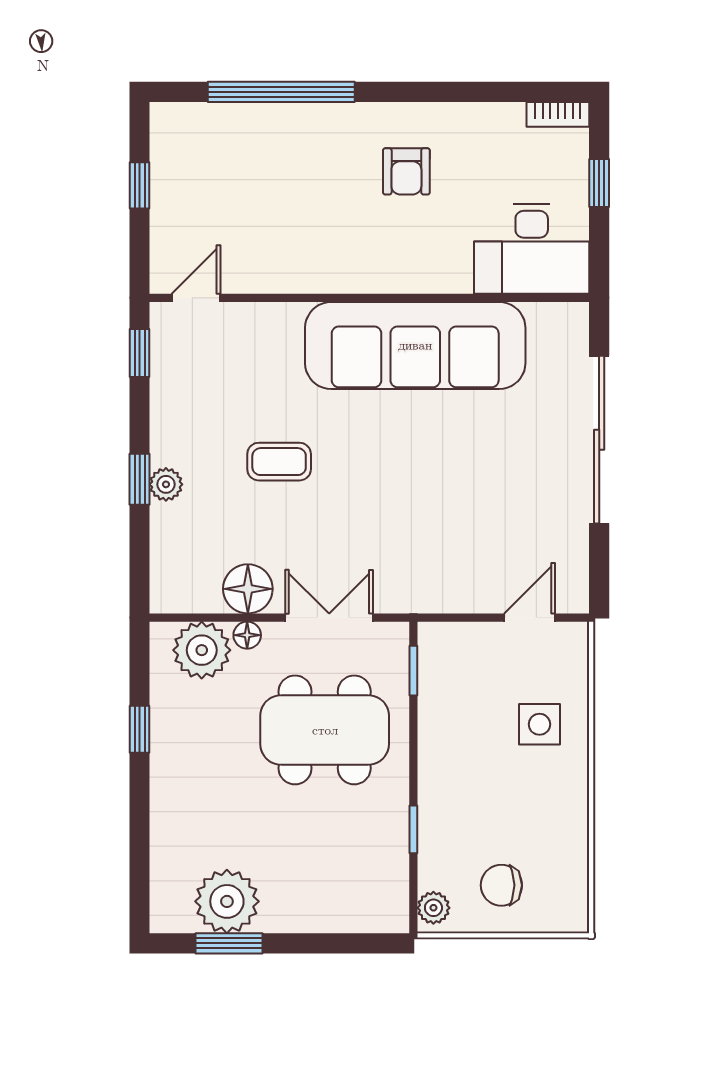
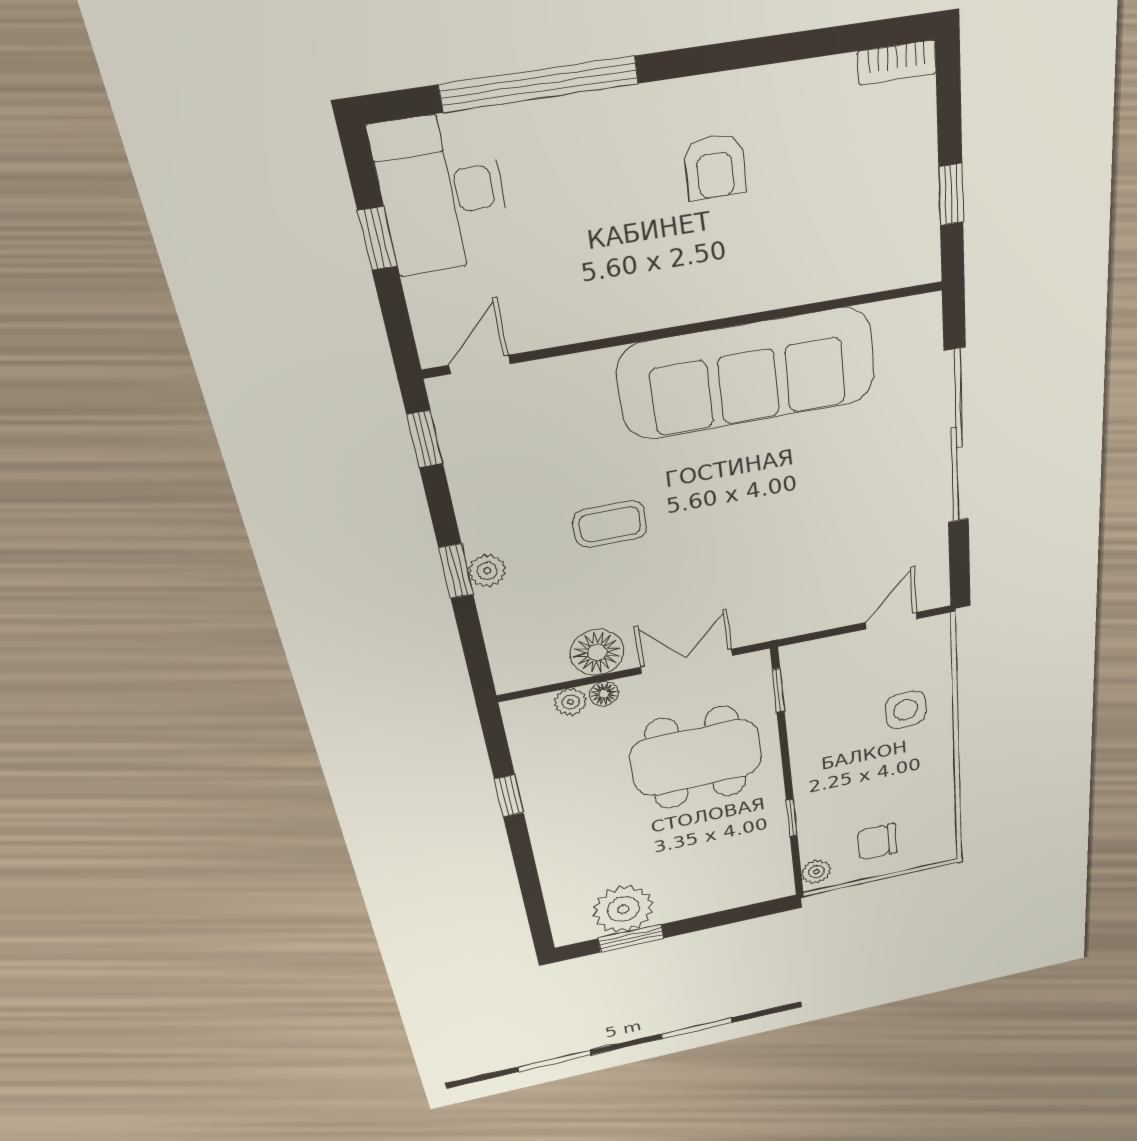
window: (599, 183) -> (951, 195), moved
desk: (532, 249) -> (442, 193), moved, turned 90
plant: (202, 650) -> (571, 702), width x0.53, depth x0.53

